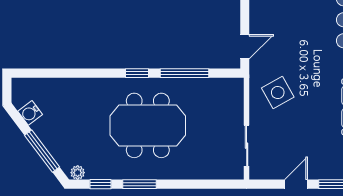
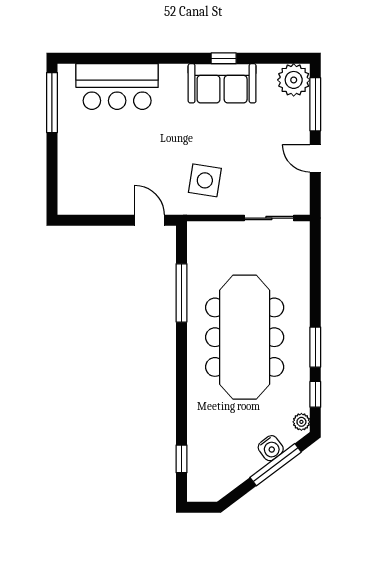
window: (137, 73) -> (181, 459), moved
side table: (278, 93) -> (205, 180), turned 38
water cooler: (30, 113) -> (271, 448), moved
meeting table: (148, 125) -> (245, 337), width x1.36

